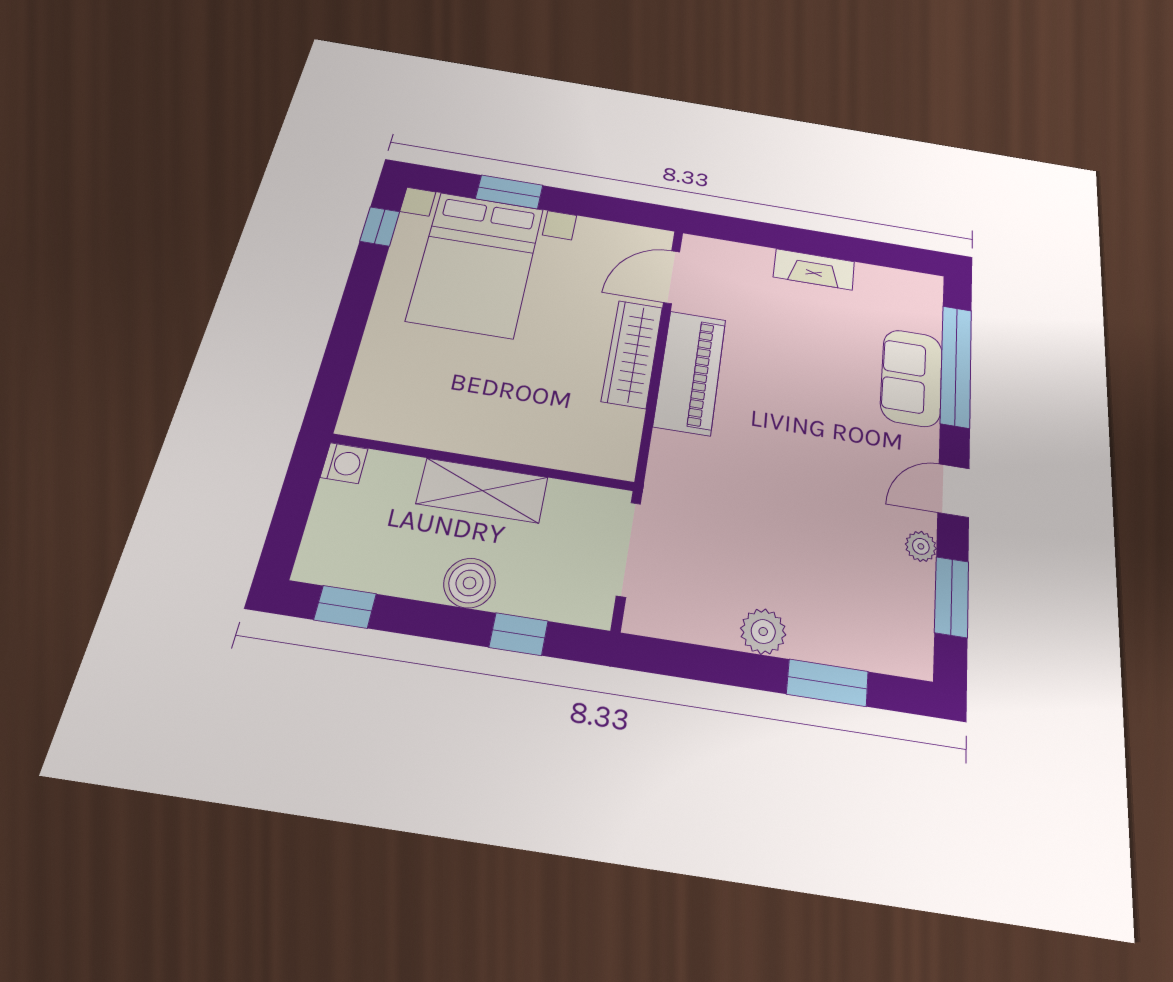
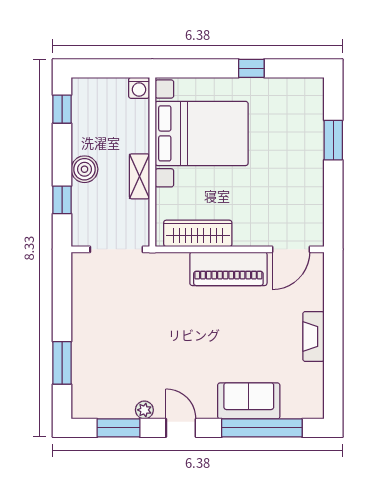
window: (380, 226) -> (251, 68), moved
bed with nightstands: (476, 264) -> (202, 133), moved, turned 180
door: (672, 277) -> (291, 249), swing flipped
wardrobe: (632, 354) -> (198, 233), moved
shelving: (482, 491) -> (139, 176), width x0.67, depth x0.75
plant: (763, 631) -> (83, 327), removed

